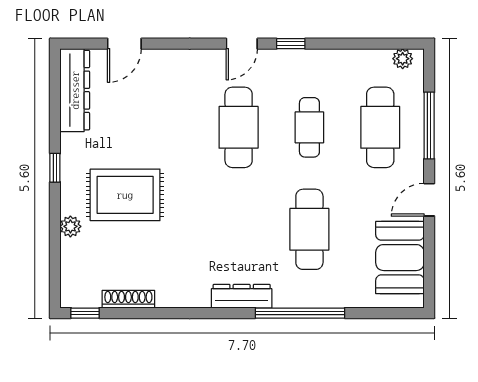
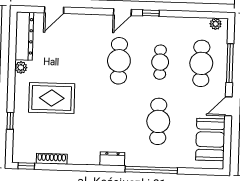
window: (55, 168) -> (10, 121), moved
plant: (70, 226) -> (21, 67), moved
dresser: (242, 296) -> (112, 159), width x0.70

